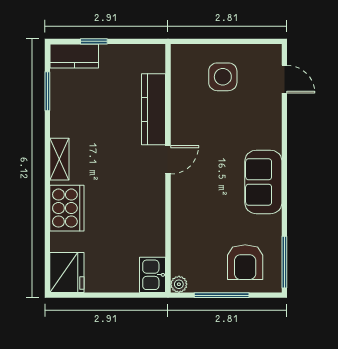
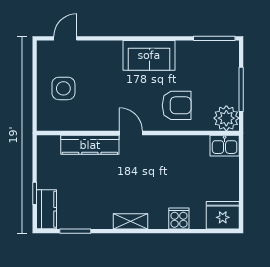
cooker: (67, 208) -> (179, 219), width x0.53, depth x0.76
armchair: (245, 262) -> (177, 105), moved
plant: (179, 284) -> (226, 118), width x1.87, depth x1.87

